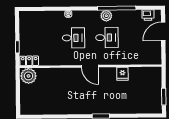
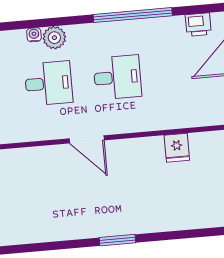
plant: (106, 16) -> (54, 38), moved
fridge: (122, 74) -> (177, 148), moved

